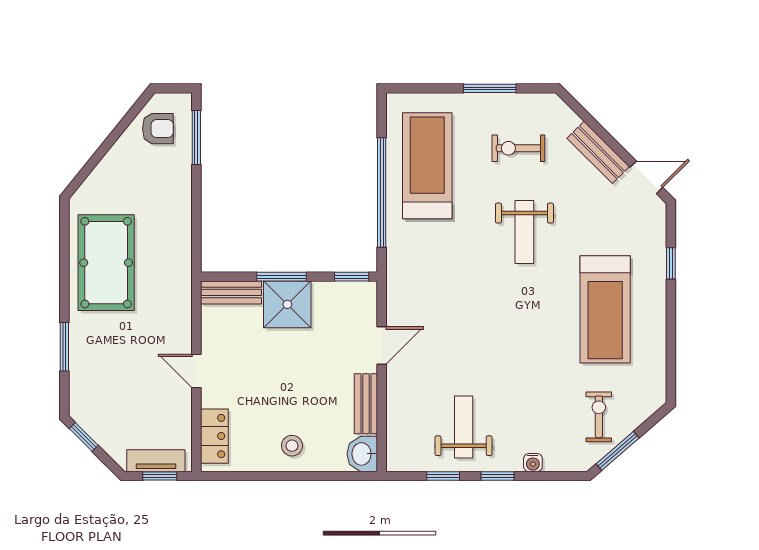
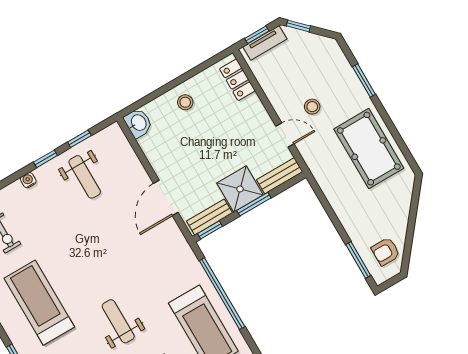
door: (382, 346) -> (166, 198), width x1.38
stool: (144, 352) -> (312, 107), added
door: (196, 371) -> (285, 135), moved
bench: (366, 404) -> (209, 217), moved, turned 90
window: (84, 437) -> (298, 26), moved

